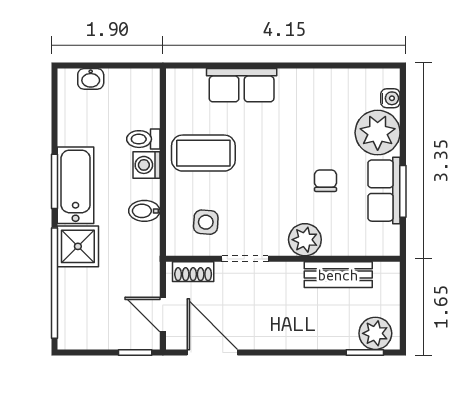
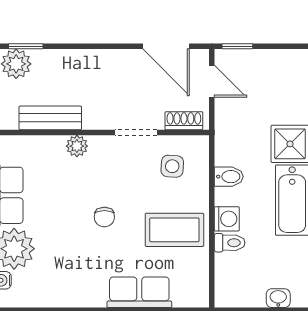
chair: (325, 181) -> (104, 217), moved
plant: (305, 240) -> (77, 146), width x0.73, depth x0.73

